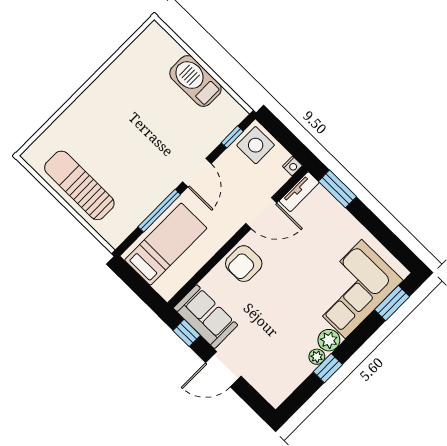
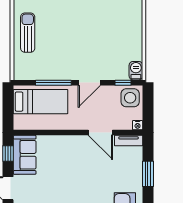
barbecue: (195, 81) -> (136, 71), moved, width x0.53, depth x0.65
sun lounger: (79, 185) -> (28, 33), width x0.73, depth x0.75
window: (337, 189) -> (148, 174), moved
armchair: (244, 264) -> (68, 148), removed

